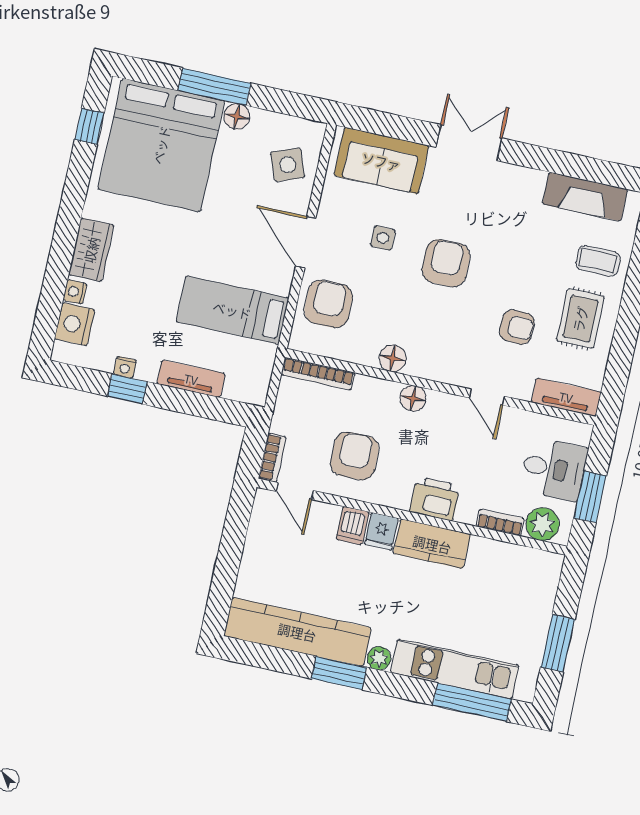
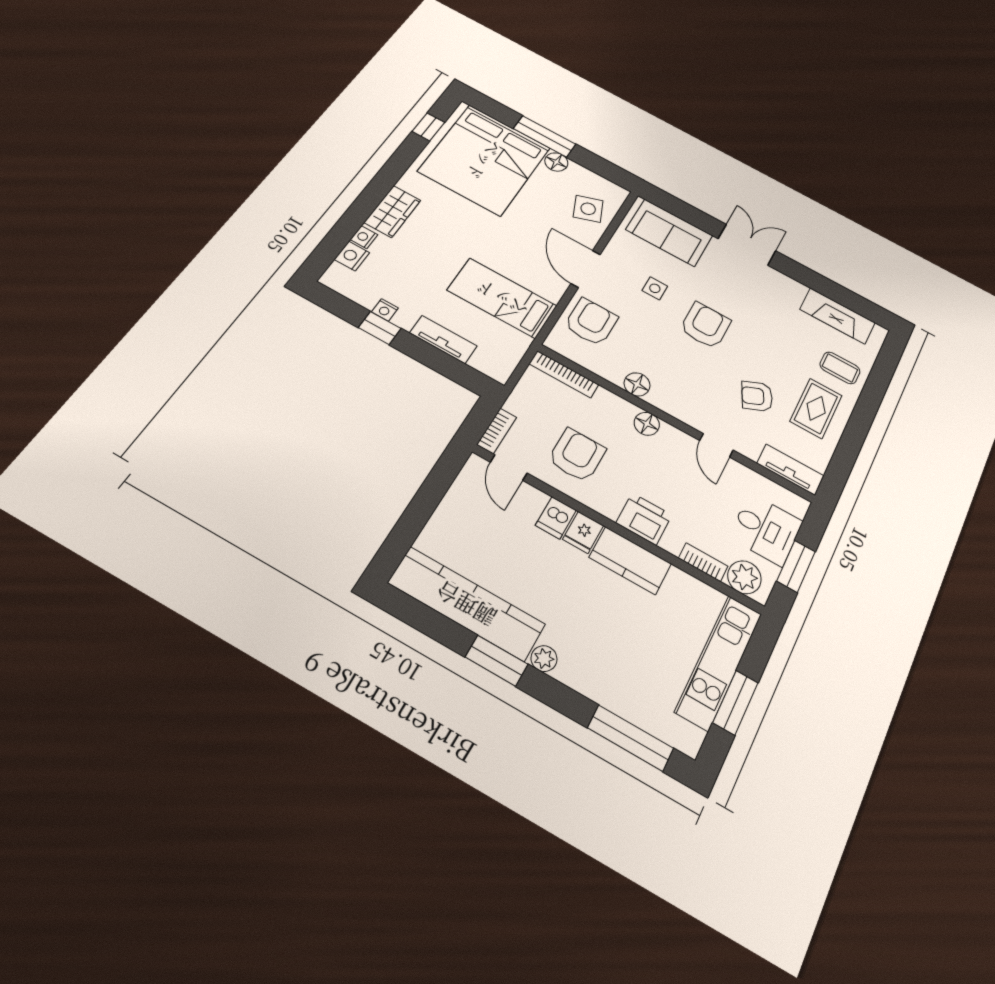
nightstand: (75, 324) -> (352, 256), width x0.74, depth x0.75
armchair: (517, 327) -> (757, 396), turned 153
kitchen unit: (455, 669) -> (719, 662), moved, turned -90

